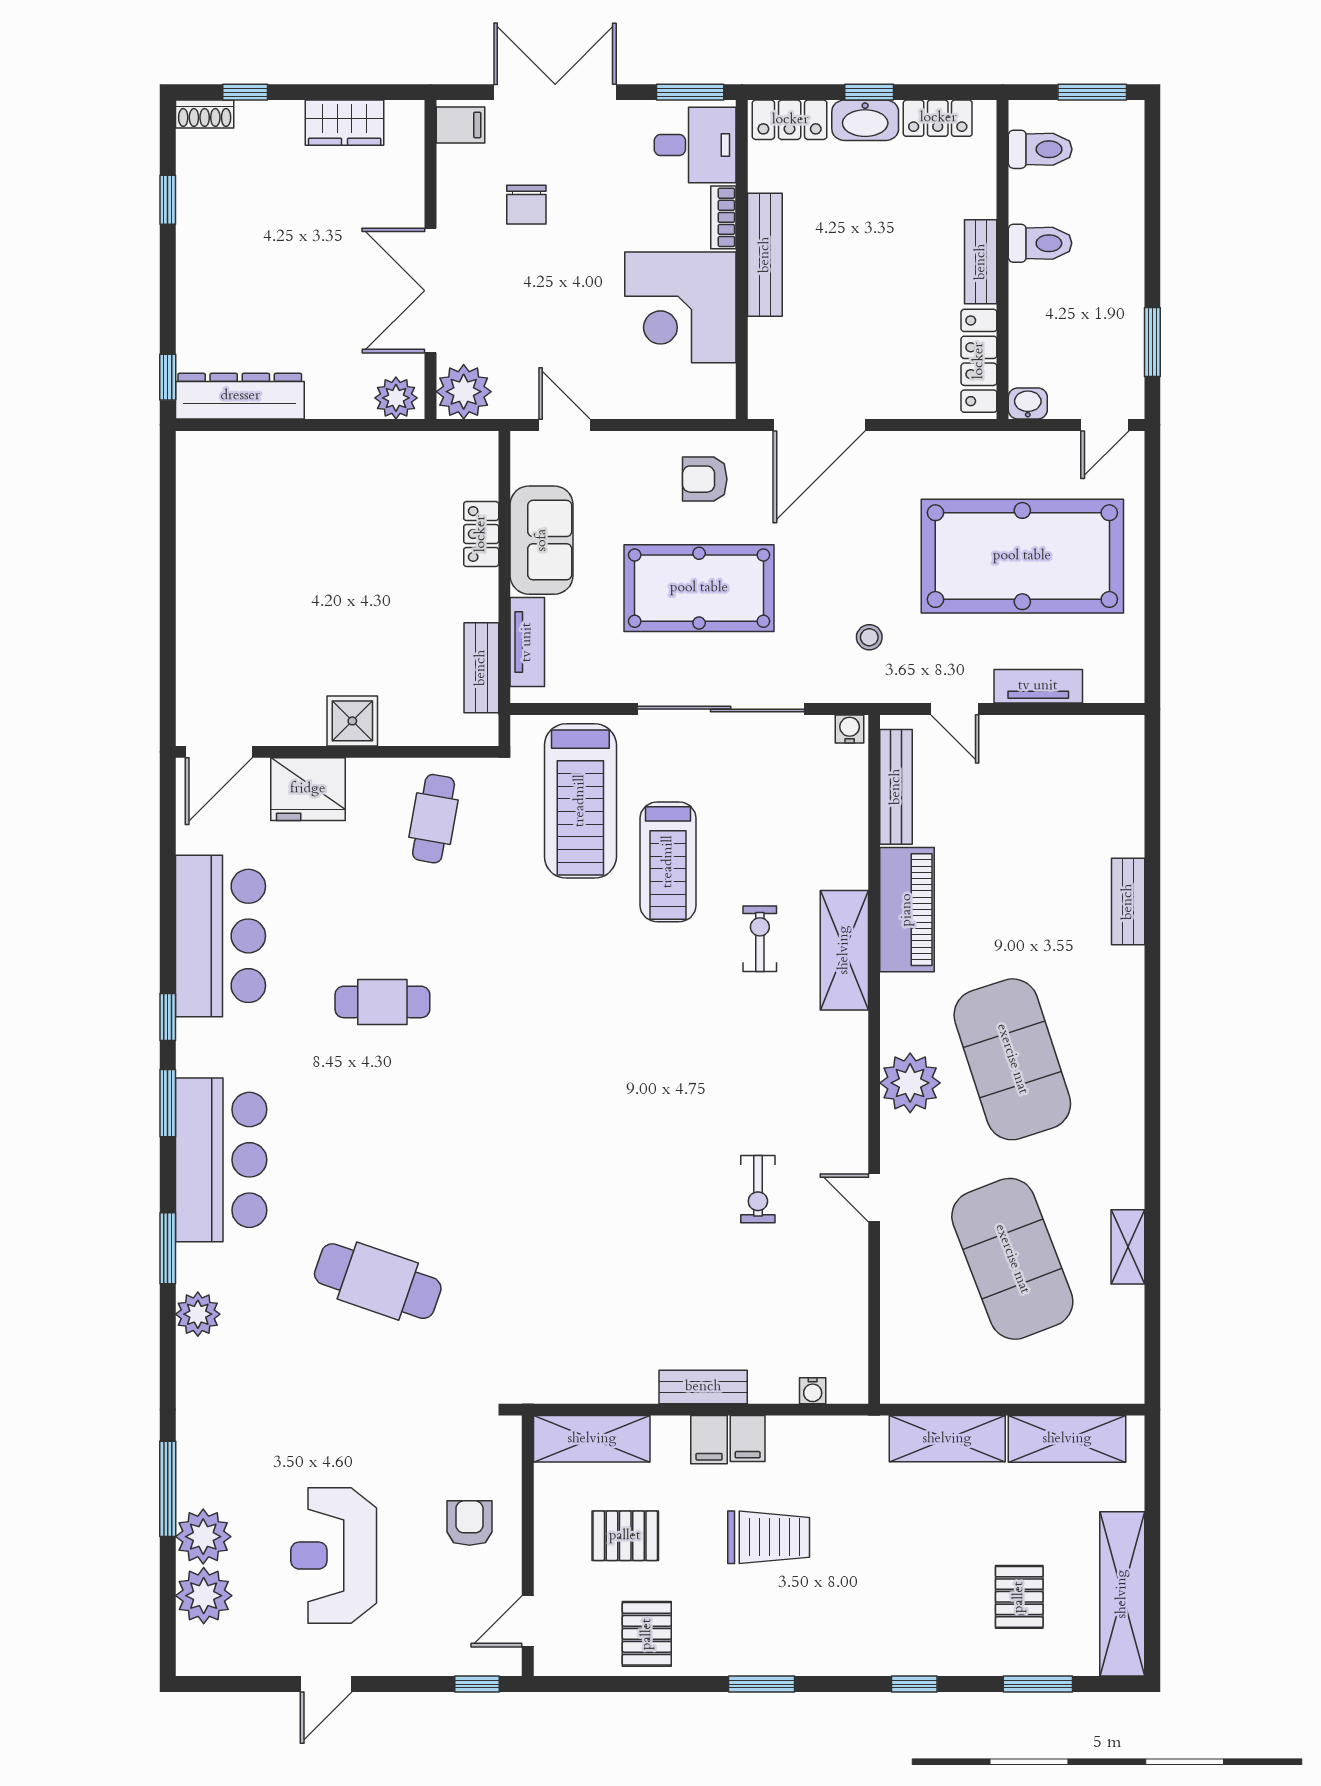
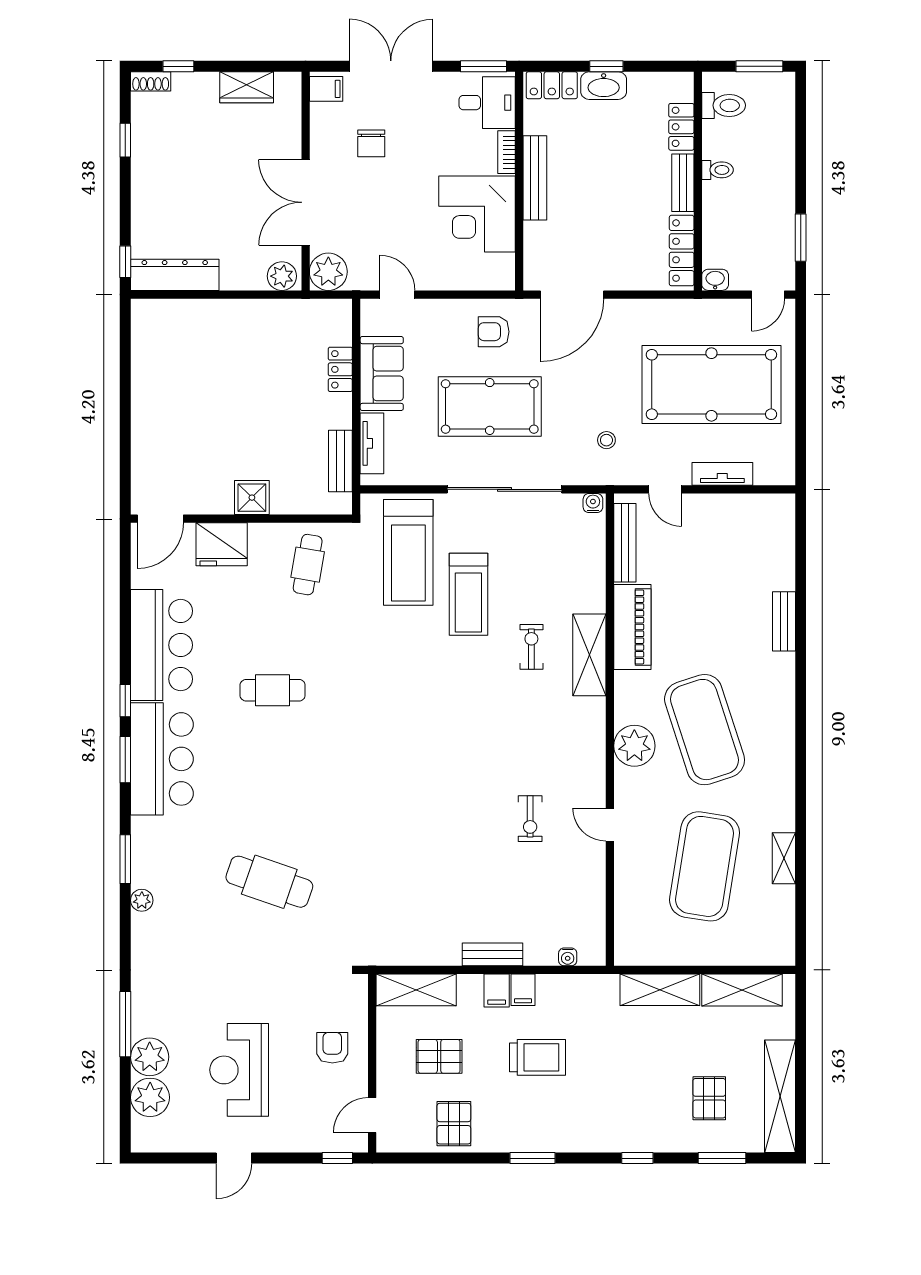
locker: (938, 118) -> (681, 127), moved, turned 90
toilet: (1040, 243) -> (718, 170), width x0.73, depth x0.72
bar counter: (221, 1160) -> (162, 759), moved
exercise mat: (1012, 1259) -> (705, 866), turned 30
plant: (198, 1314) -> (142, 900), width x0.73, depth x0.73

